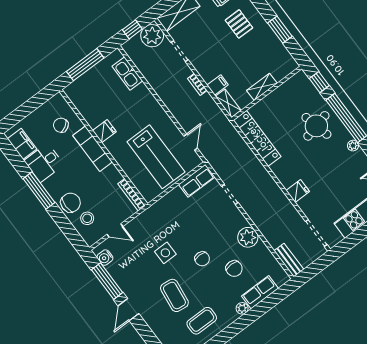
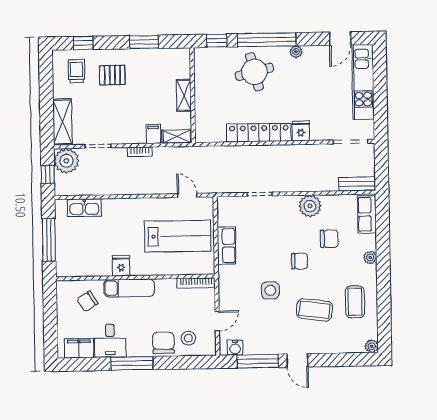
locker: (257, 138) -> (259, 133), moved
row of seats: (197, 181) -> (226, 246), moved
row of seats: (260, 292) -> (367, 214), moved

